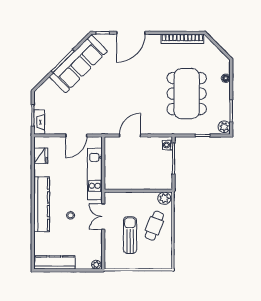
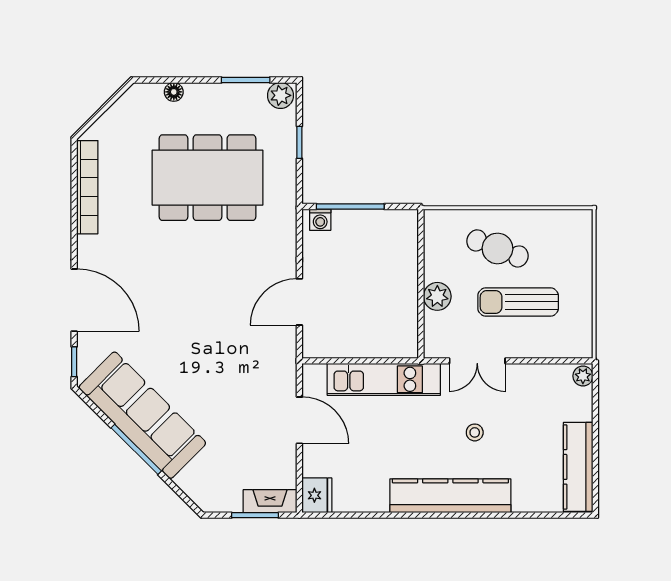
door: (130, 135) -> (299, 302), hinge flipped
fridge: (41, 156) -> (317, 495), moved, turned 90
plant: (164, 198) -> (437, 296), moved

